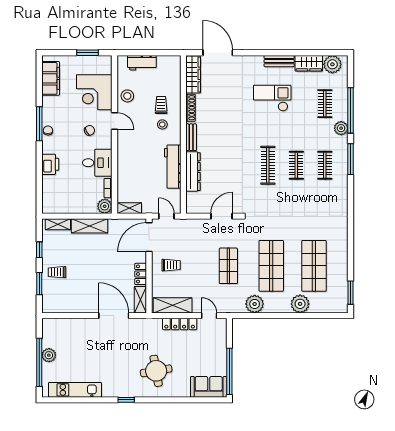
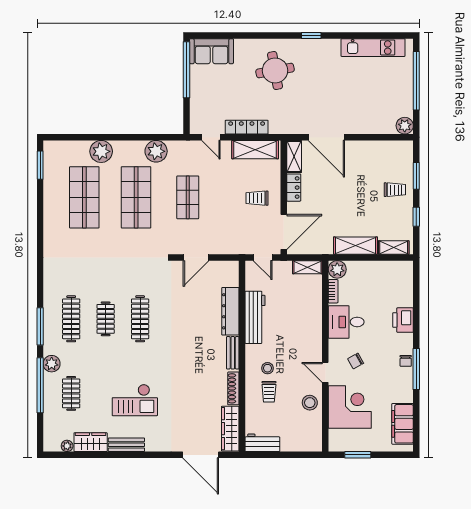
workbench: (142, 63) -> (262, 443), moved
plant: (332, 64) -> (67, 446), width x0.53, depth x0.53
clothes rail: (325, 165) -> (71, 319), width x1.36
plant: (49, 355) -> (405, 126), moved

